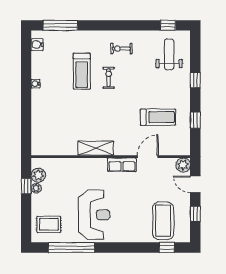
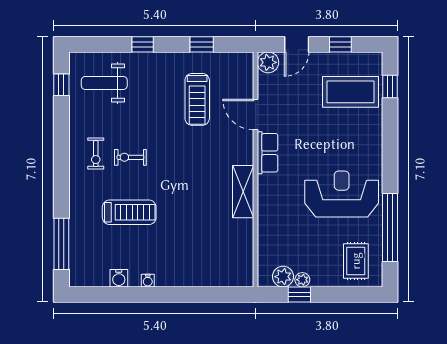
water cooler: (37, 45) -> (119, 278), moved
exercise bike: (109, 78) -> (130, 157), moved
treadmill: (158, 117) -> (197, 99), turned 180

